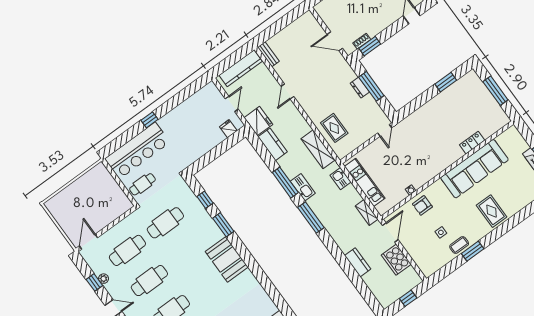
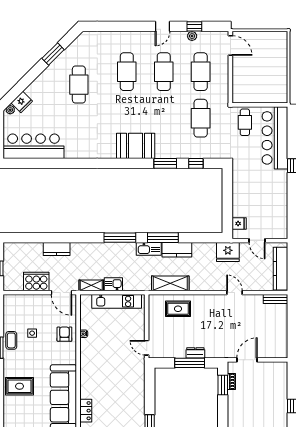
kitchen counter: (273, 144) -> (177, 250), moved
kitchen sink: (341, 179) -> (113, 284), moved

